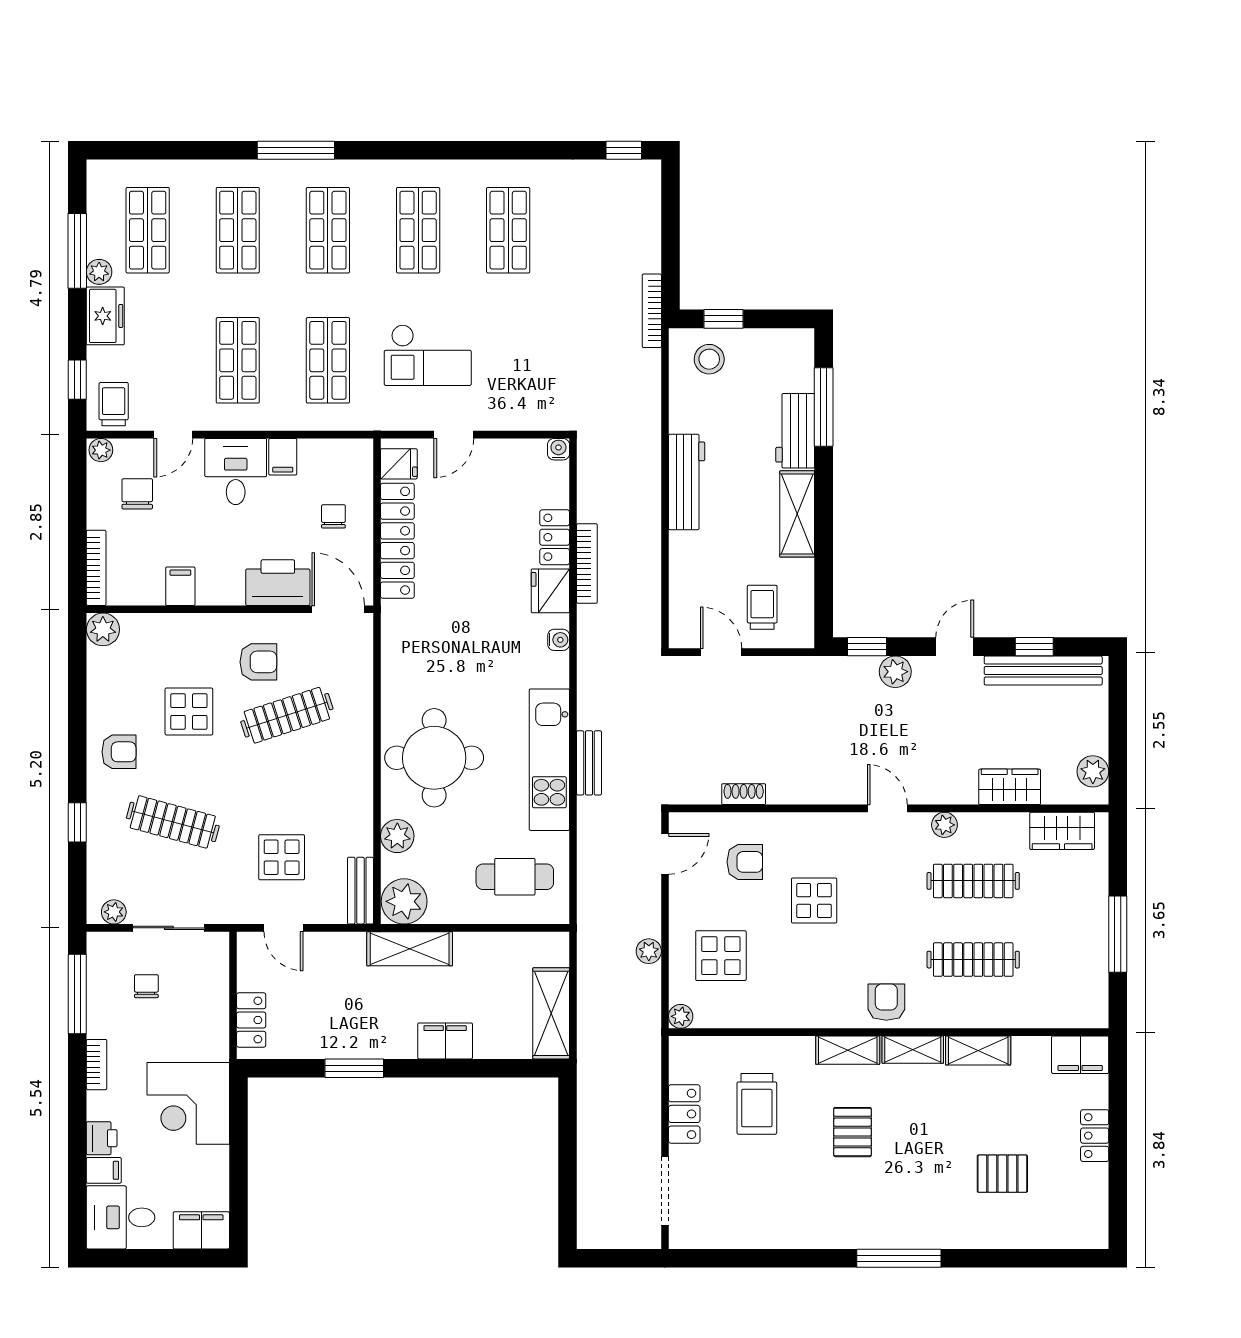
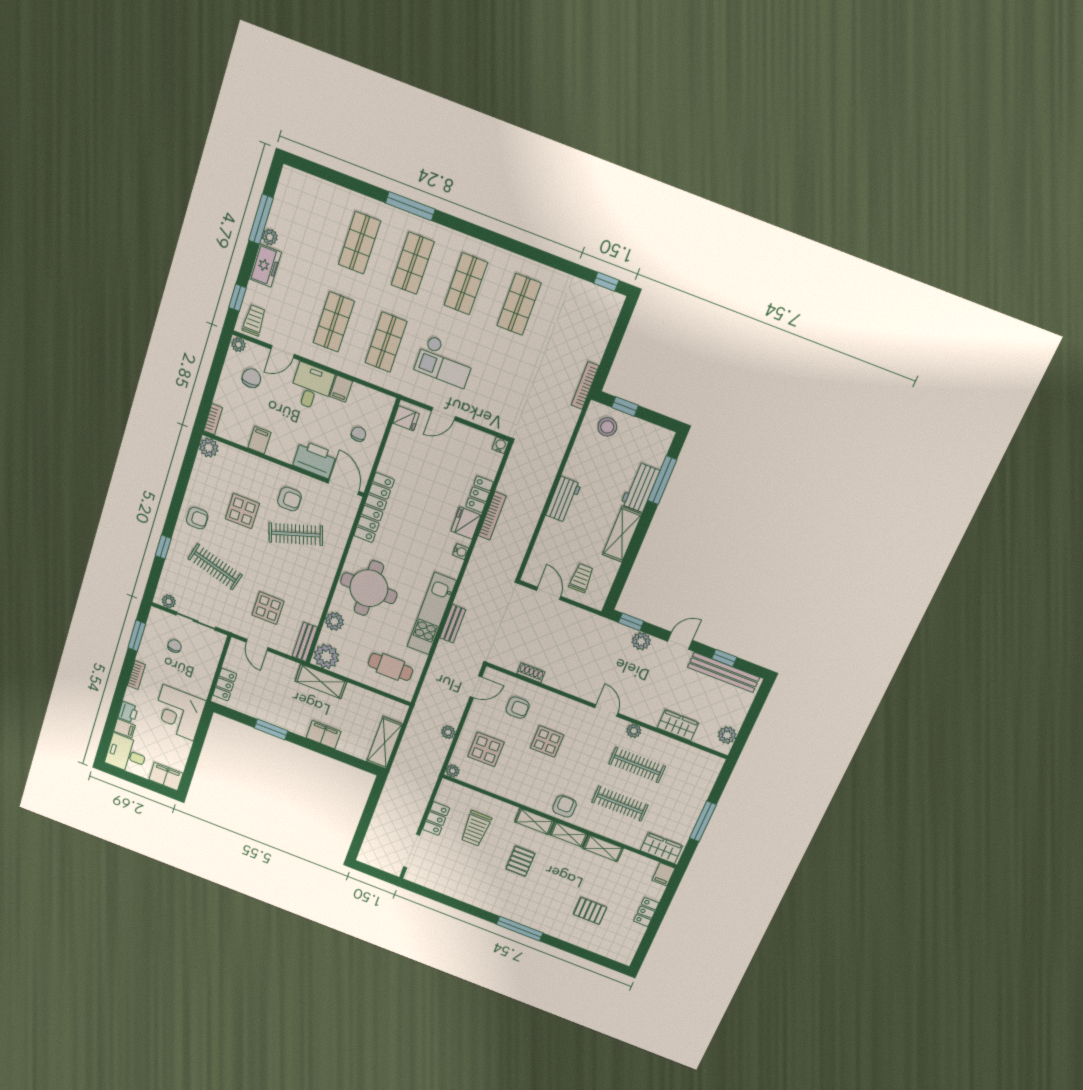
shop shelf: (148, 230) -> (306, 222), removed
workbench: (687, 482) -> (563, 500), width x0.73
locker: (397, 541) -> (374, 508), moved
bookcase: (96, 568) -> (213, 419), width x0.64
wardrobe: (1062, 831) -> (661, 848), moved, turned 180
window: (77, 994) -> (137, 636), width x0.69
filing cabinet: (1080, 1055) -> (664, 874), width x0.50

